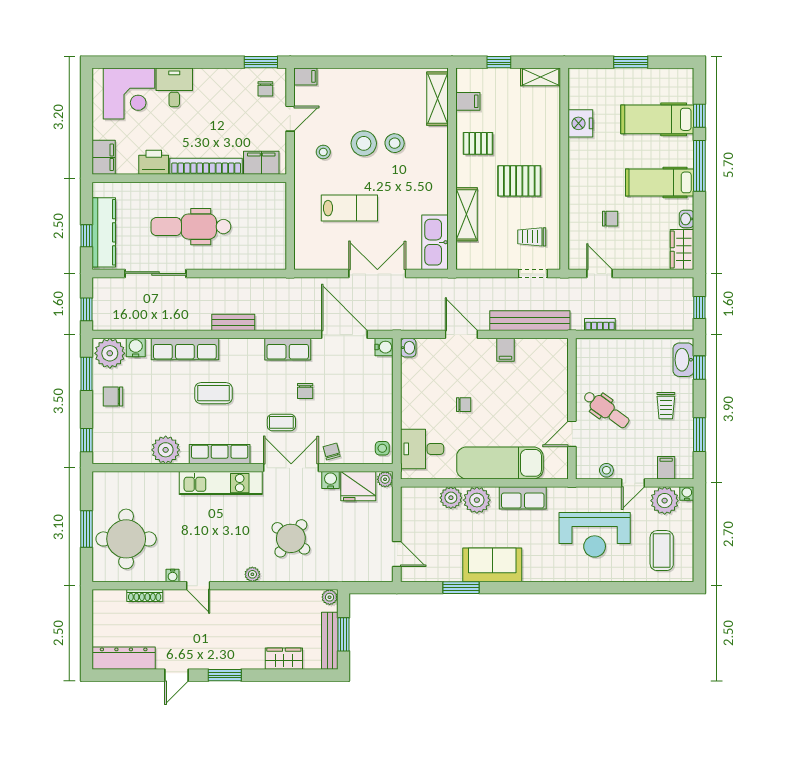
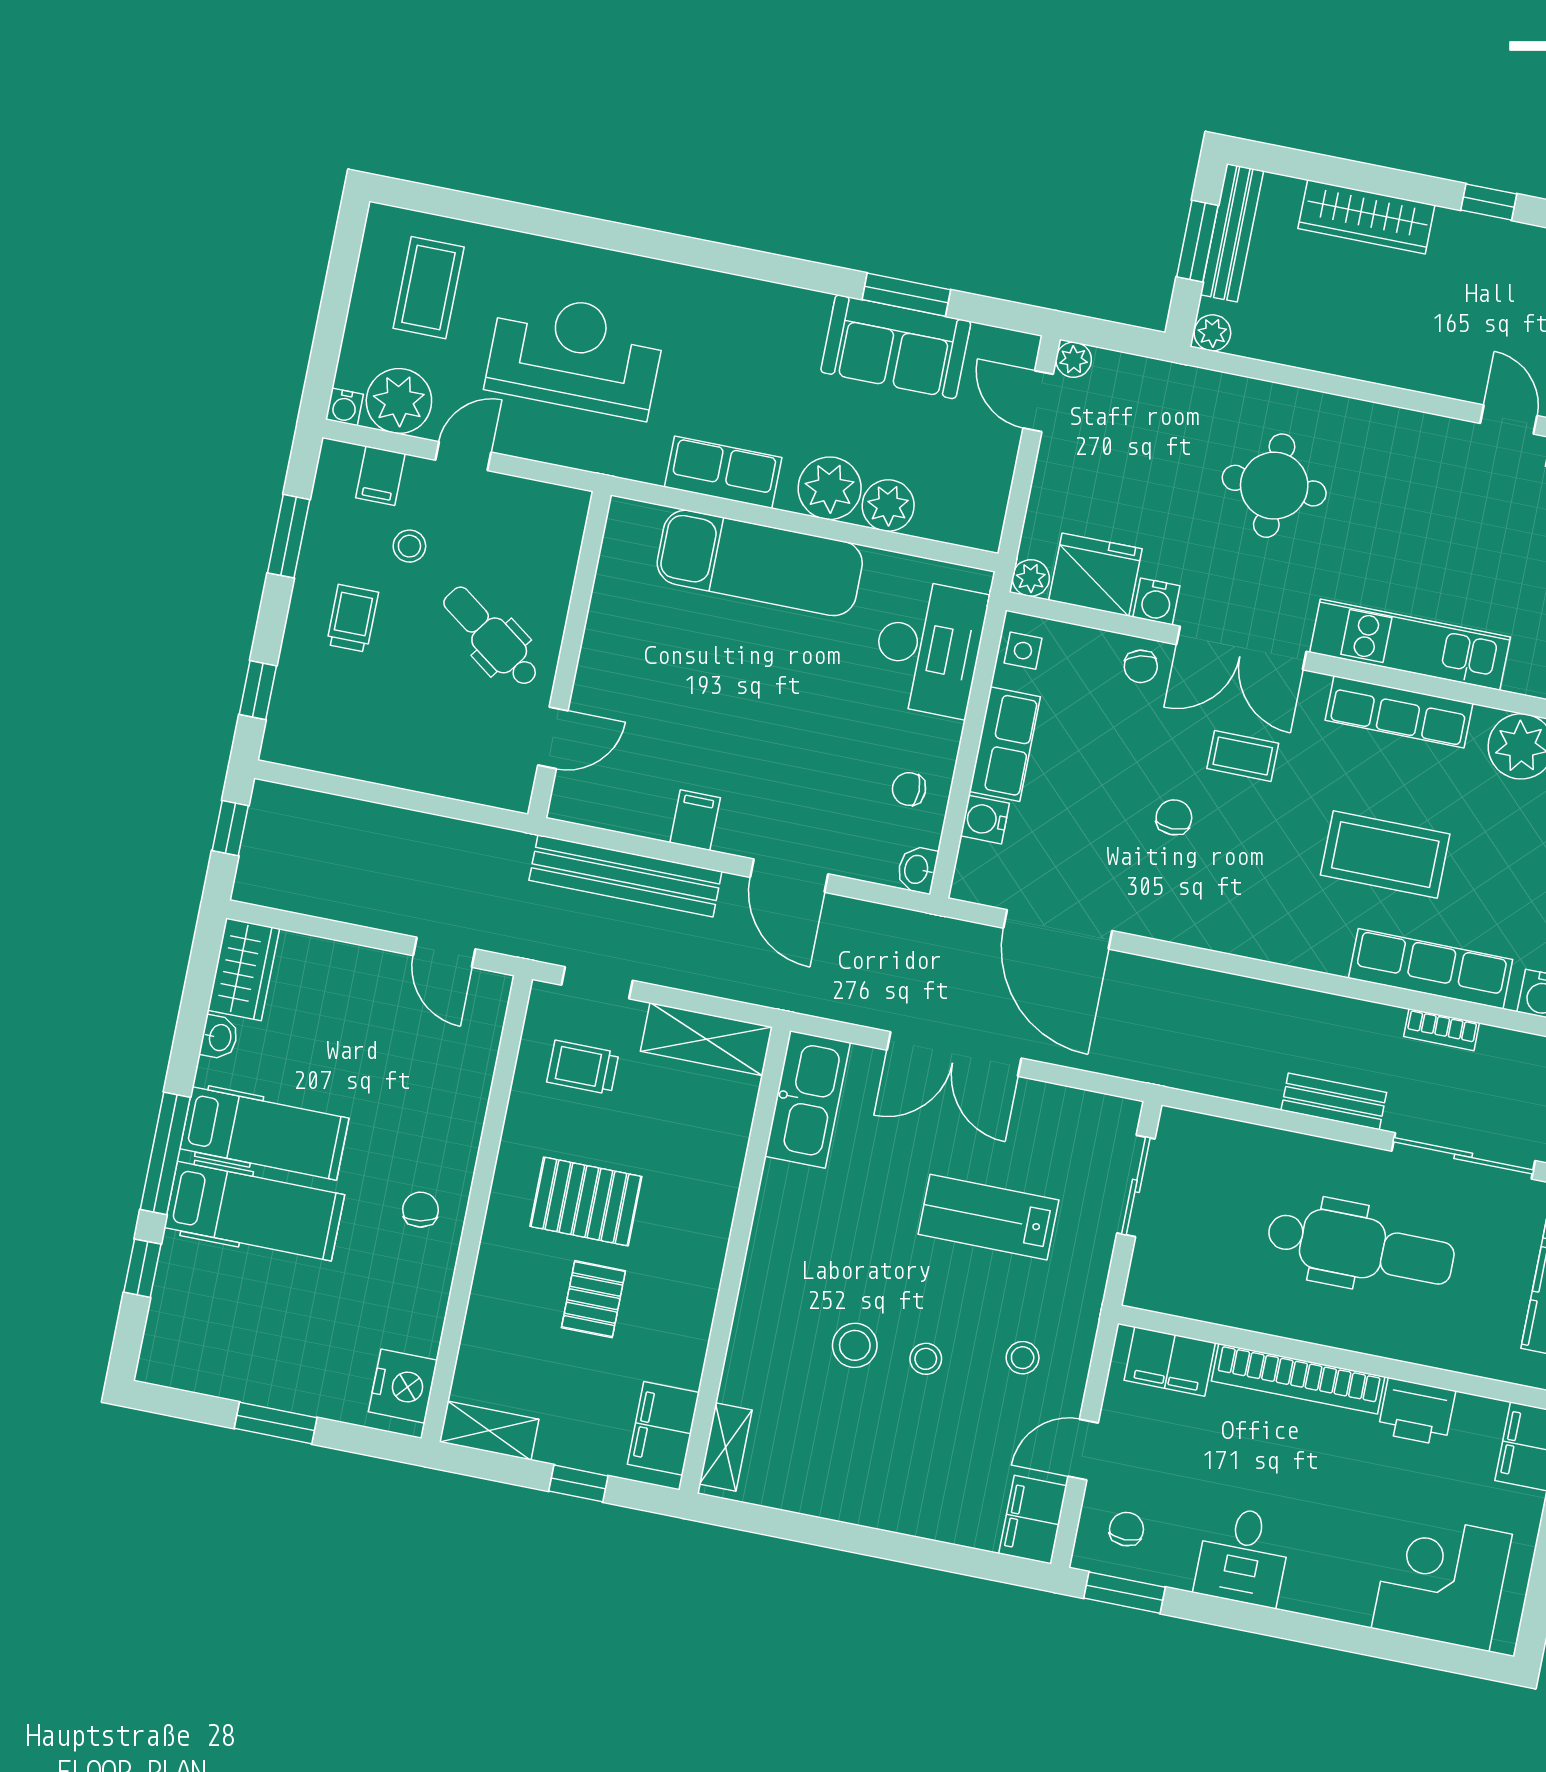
filing cabinet: (305, 76) -> (1033, 1520), width x2.00
desk: (174, 87) -> (1243, 1556), moved
shelving: (438, 99) -> (726, 1447), width x0.67, depth x0.75
filing cabinet: (468, 101) -> (663, 1428), width x2.00
hospital bed: (657, 119) -> (254, 1211), moved
nightstand: (580, 123) -> (403, 1386), moved
stool: (364, 143) -> (926, 1359), width x0.53, depth x0.53
pallet: (478, 143) -> (593, 1299), moved, turned 90
shelving: (466, 214) -> (706, 1039), moved, turned 90
chair: (610, 219) -> (421, 1210), moved, turned 80
sliding door: (290, 233) -> (1136, 1186), added
trolley: (532, 237) -> (583, 1067), turned 180
bench: (233, 322) -> (1334, 1101), moved
bookcase: (600, 324) -> (1441, 1030), moved
water cooler: (384, 347) -> (985, 820), moved
row of seats: (288, 349) -> (1005, 744), moved, turned 90
washbasin: (683, 360) -> (291, 716), removed
coffee table: (214, 393) -> (1385, 855), width x1.36, depth x1.32
chair: (464, 405) -> (909, 789), moved
door: (572, 434) -> (553, 738), moved
desk: (422, 449) -> (929, 648), width x1.37
stool: (606, 470) -> (409, 546), moved
round table: (291, 538) -> (1274, 486), turned -38
sofa: (492, 565) -> (896, 347), moved
plant: (252, 574) -> (1074, 360), moved
wardrobe: (284, 659) -> (1366, 217), width x1.50
window: (225, 675) -> (1489, 202), width x0.67

